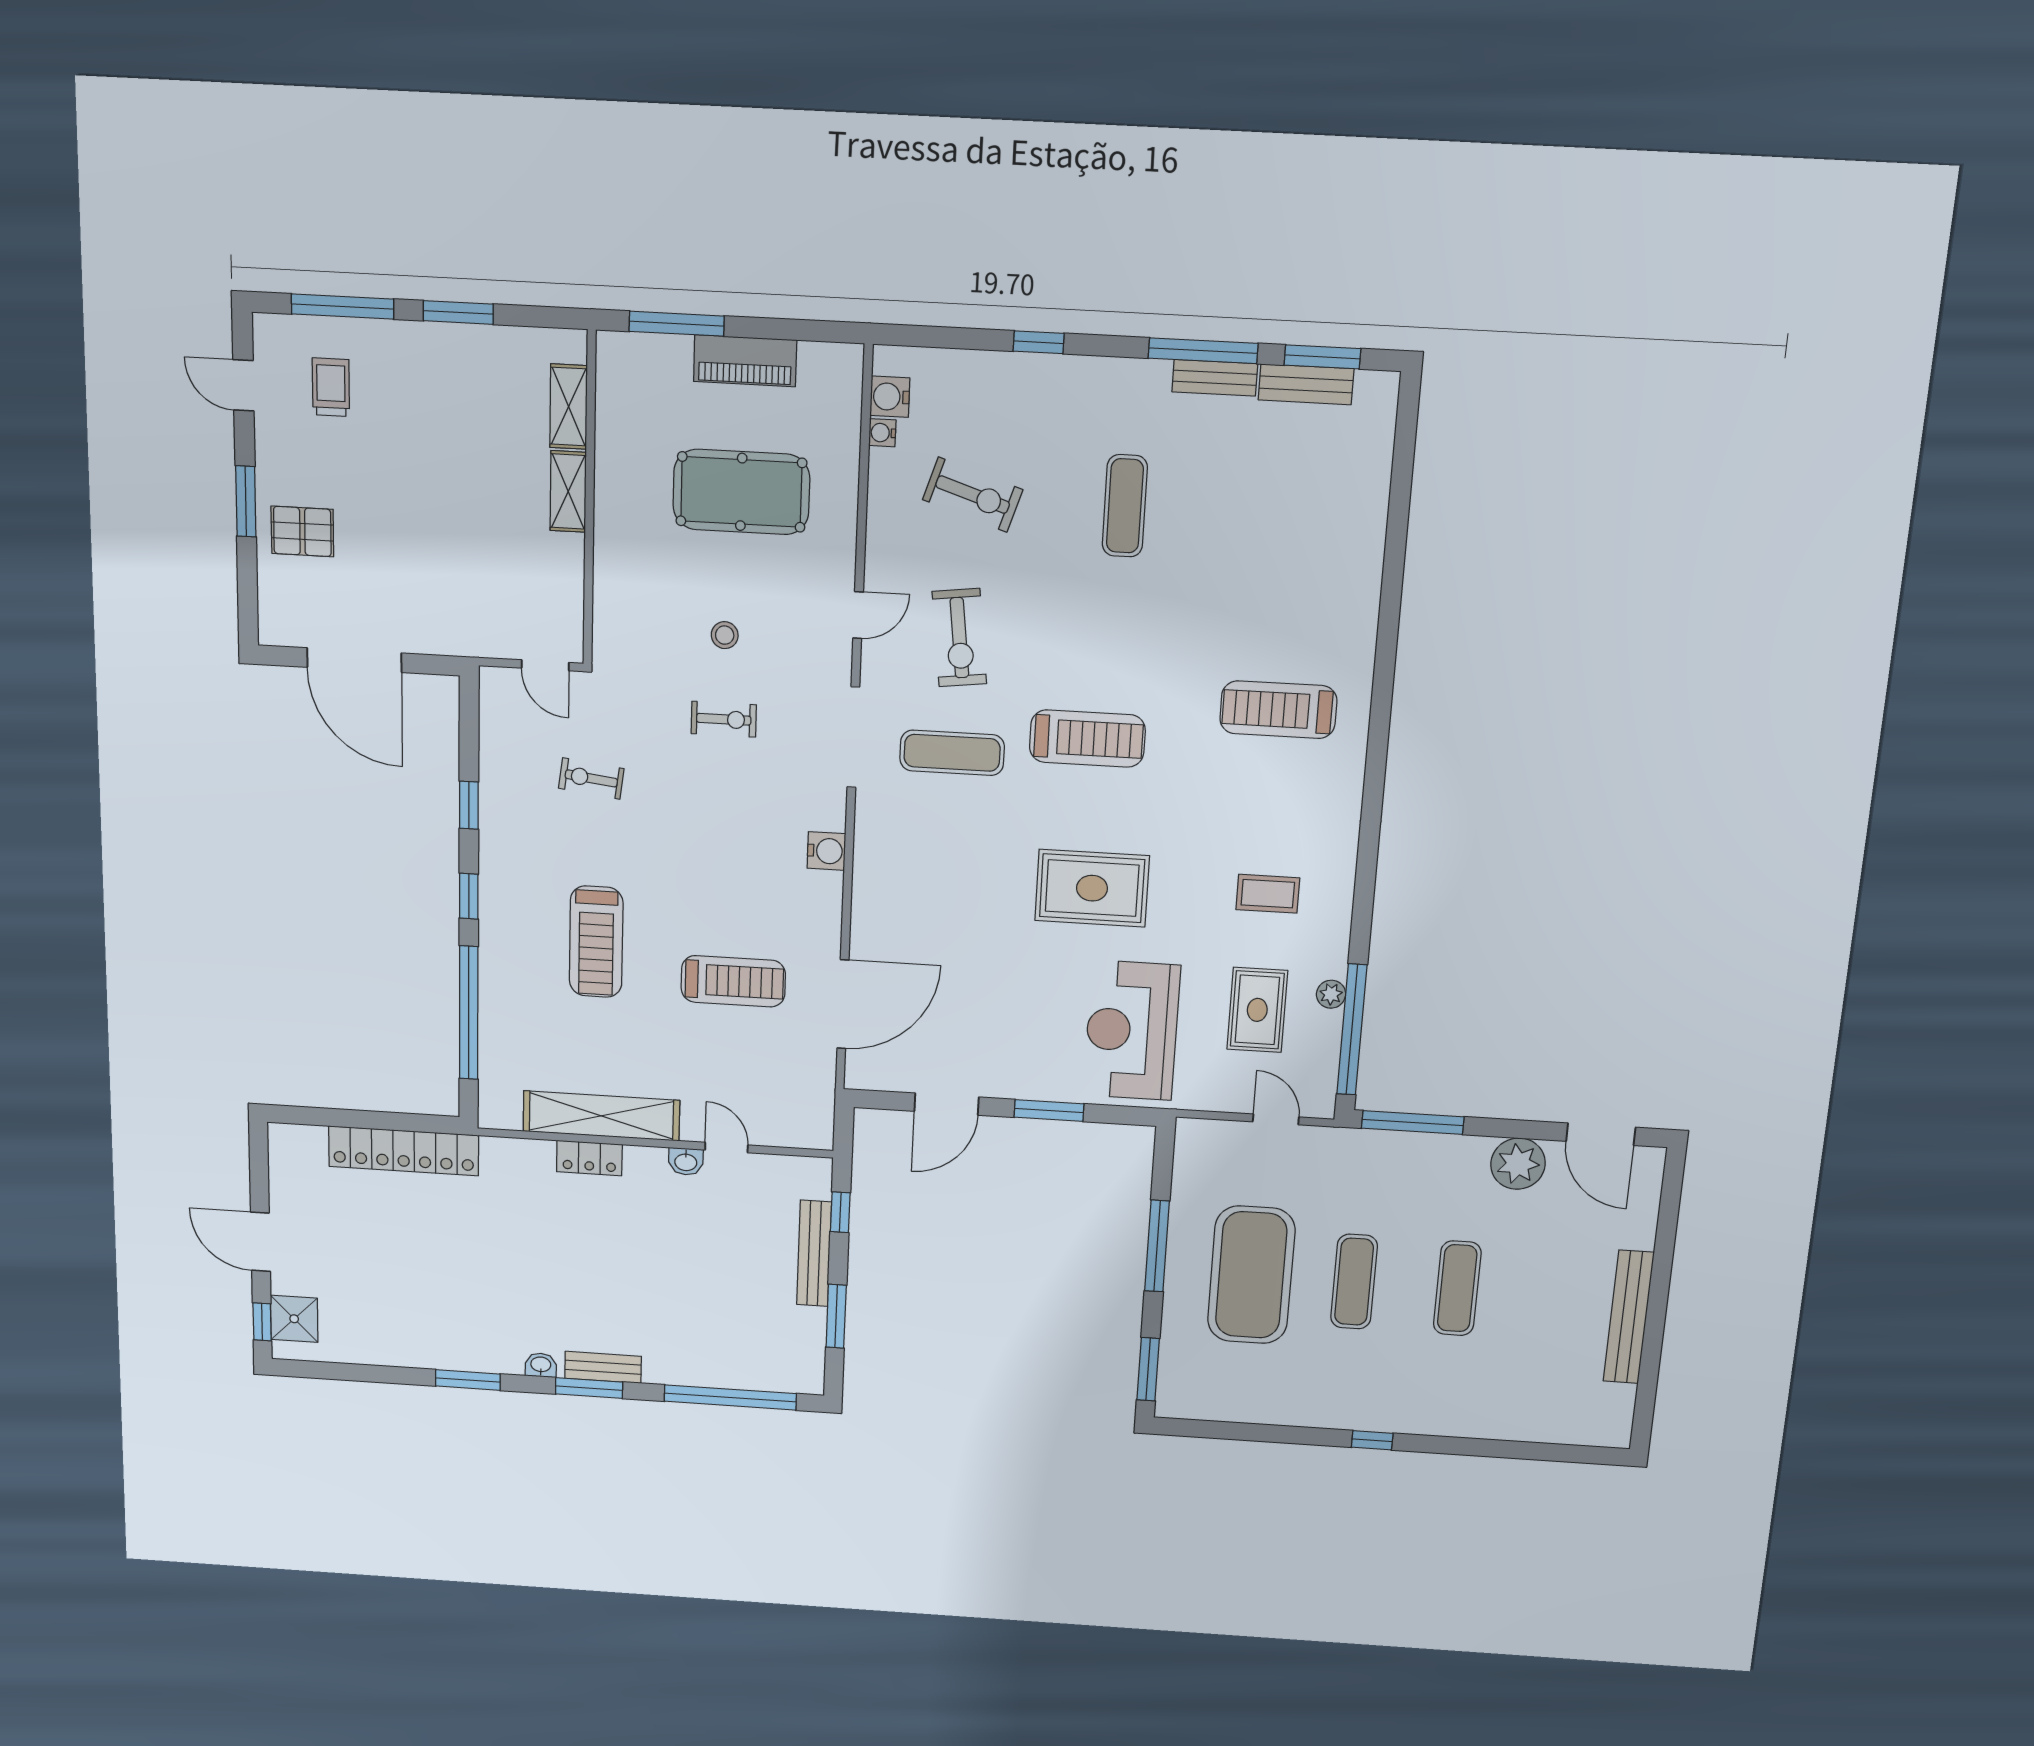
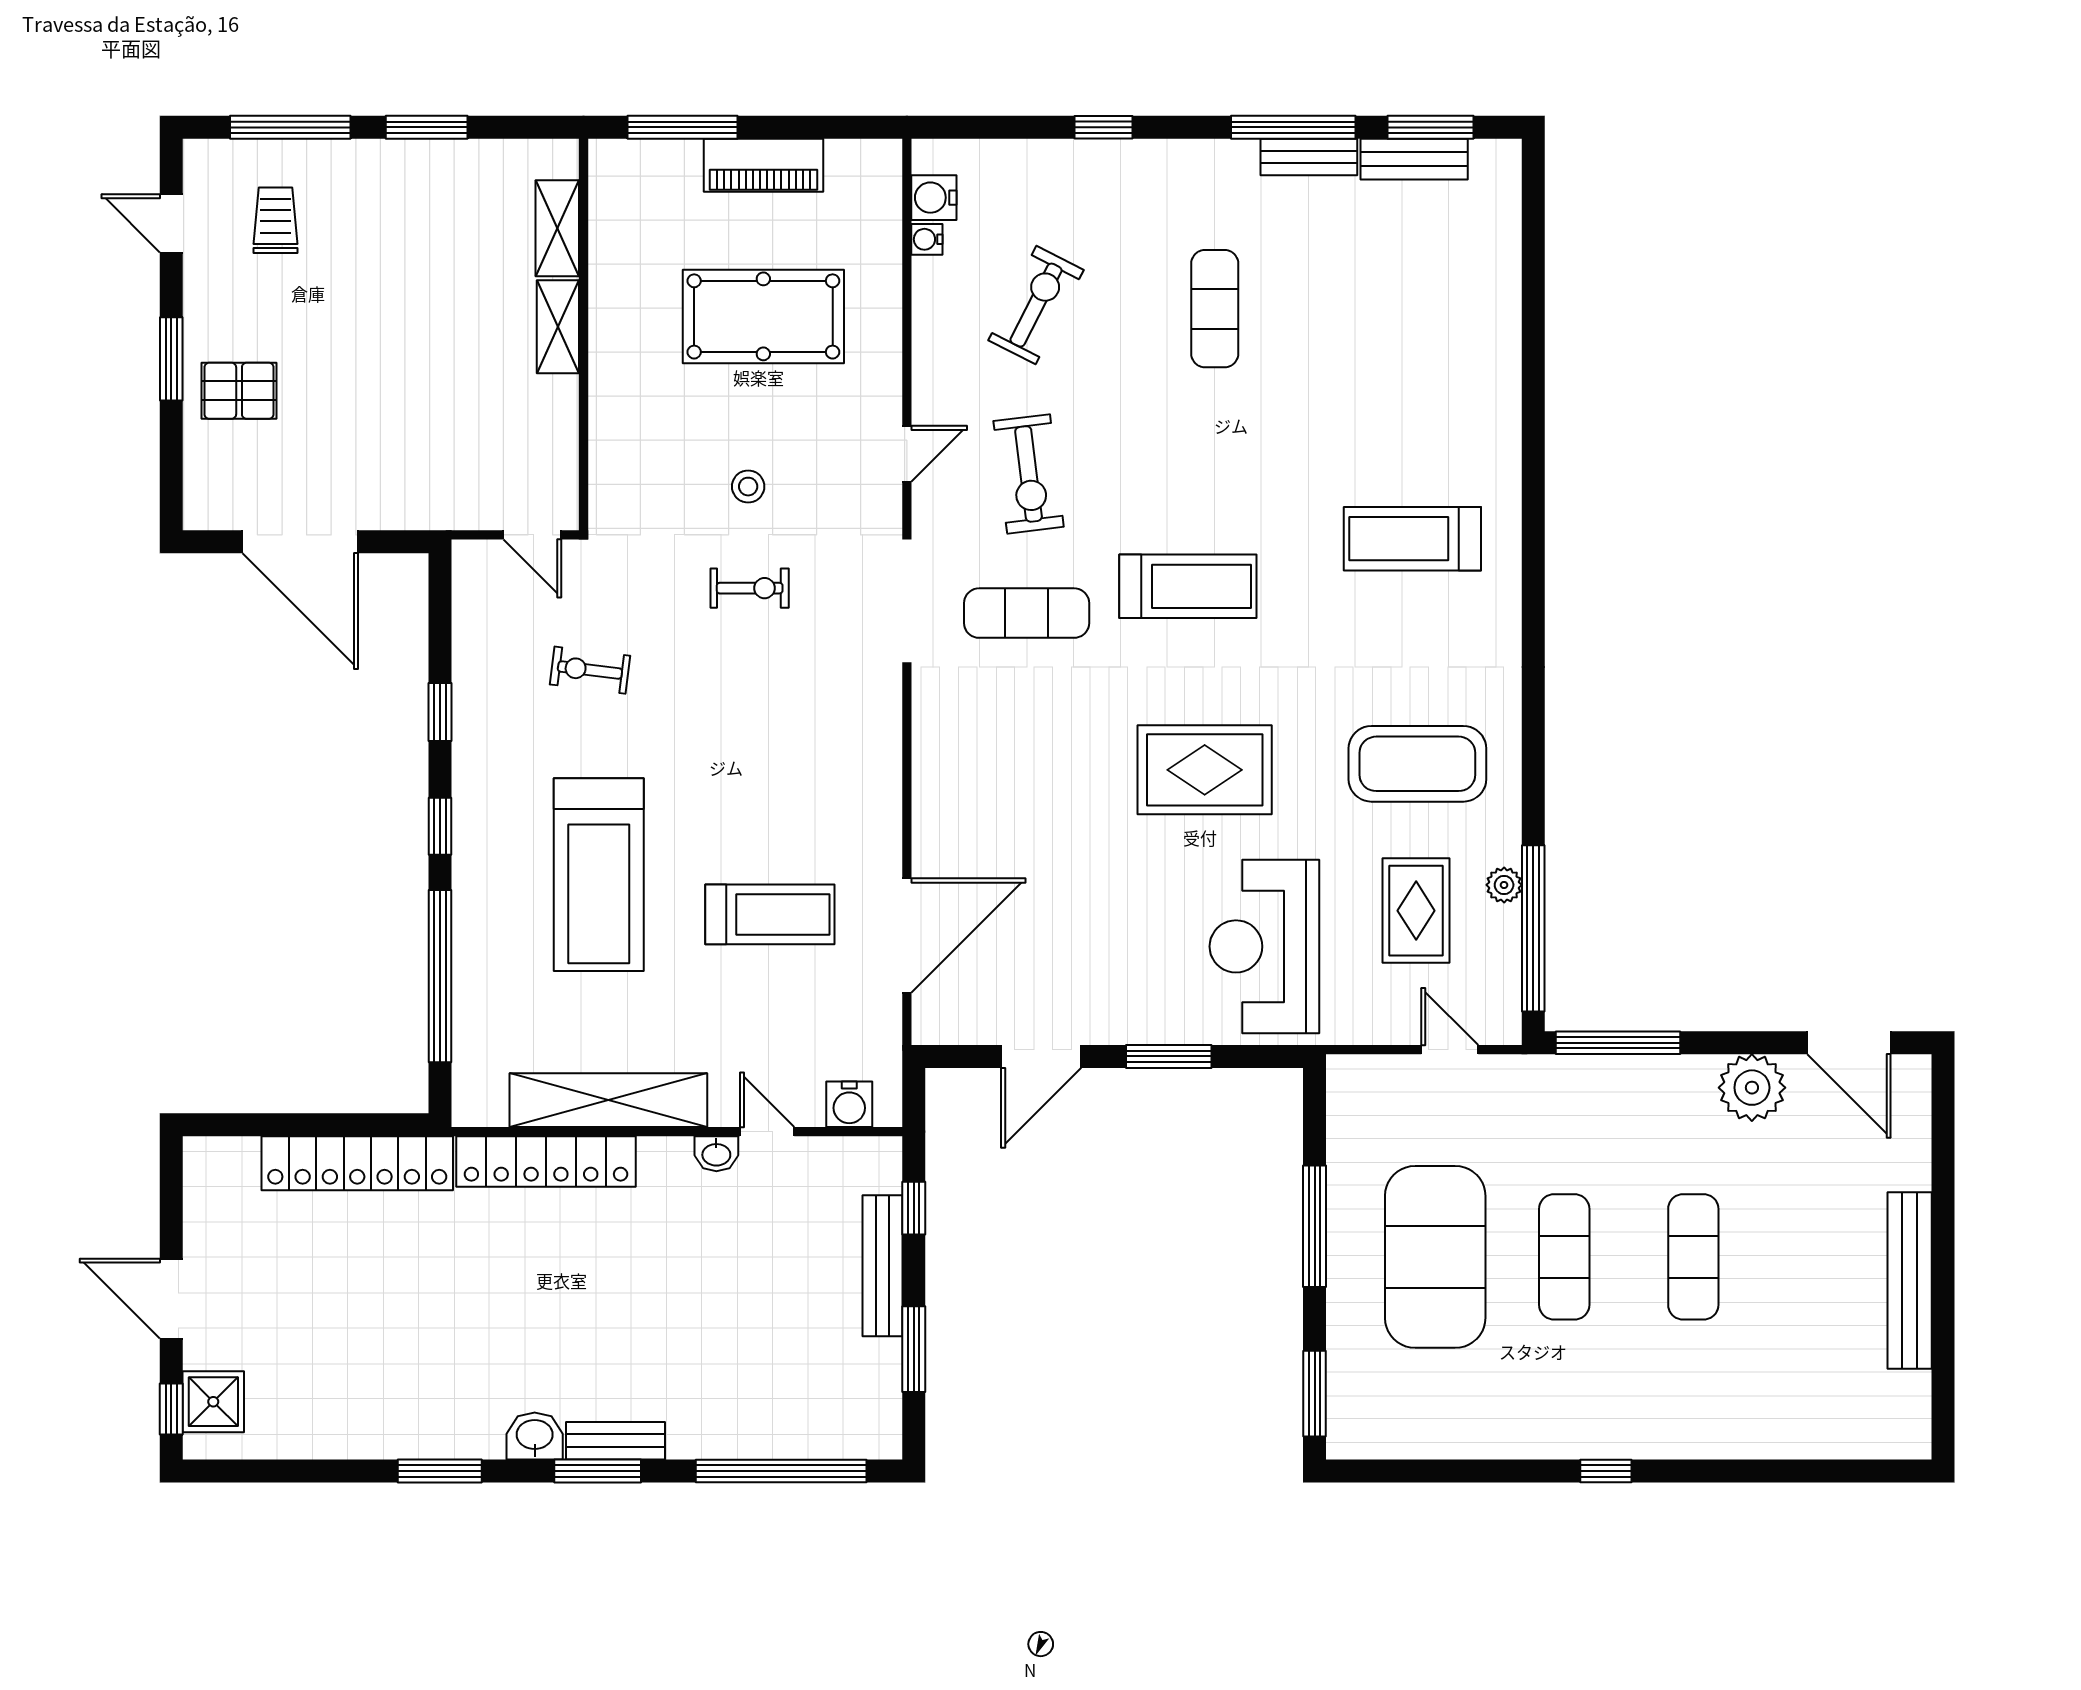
exercise bike: (973, 495) -> (1036, 305), turned -81
water cooler: (826, 851) -> (849, 1104), moved, turned 90
coffee table: (1268, 894) -> (1417, 764), width x1.86, depth x1.72
treadmill: (596, 942) -> (599, 875), width x1.37, depth x1.38
locker: (589, 1158) -> (546, 1162), width x2.16, depth x1.21
washbasin: (541, 1365) -> (535, 1436), width x1.38, depth x1.45

